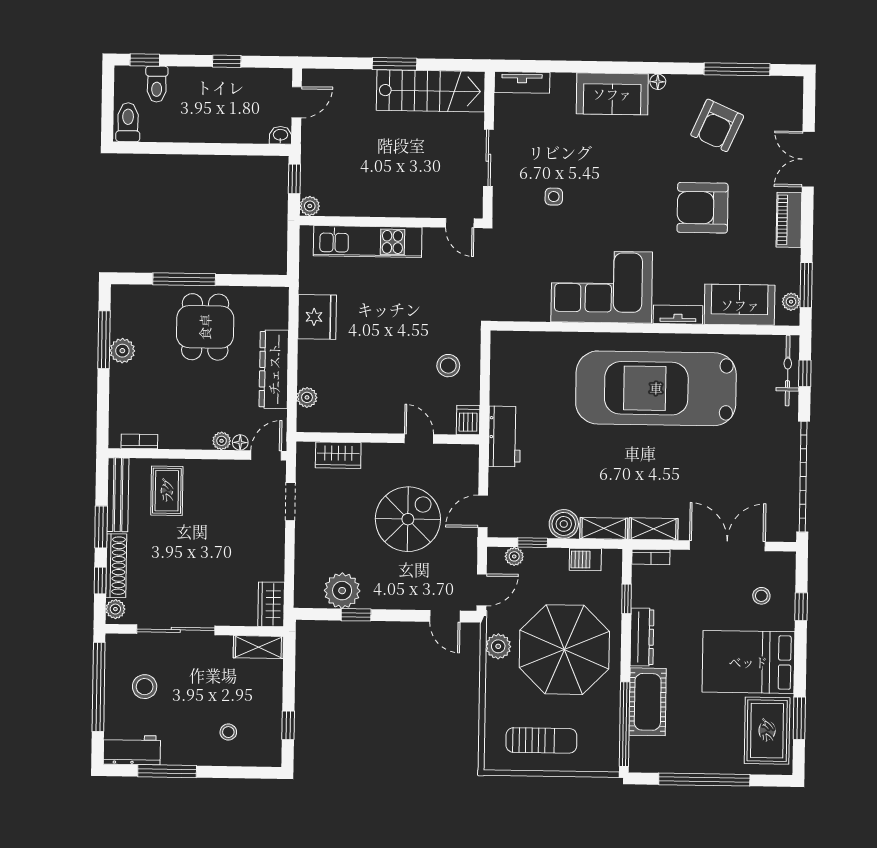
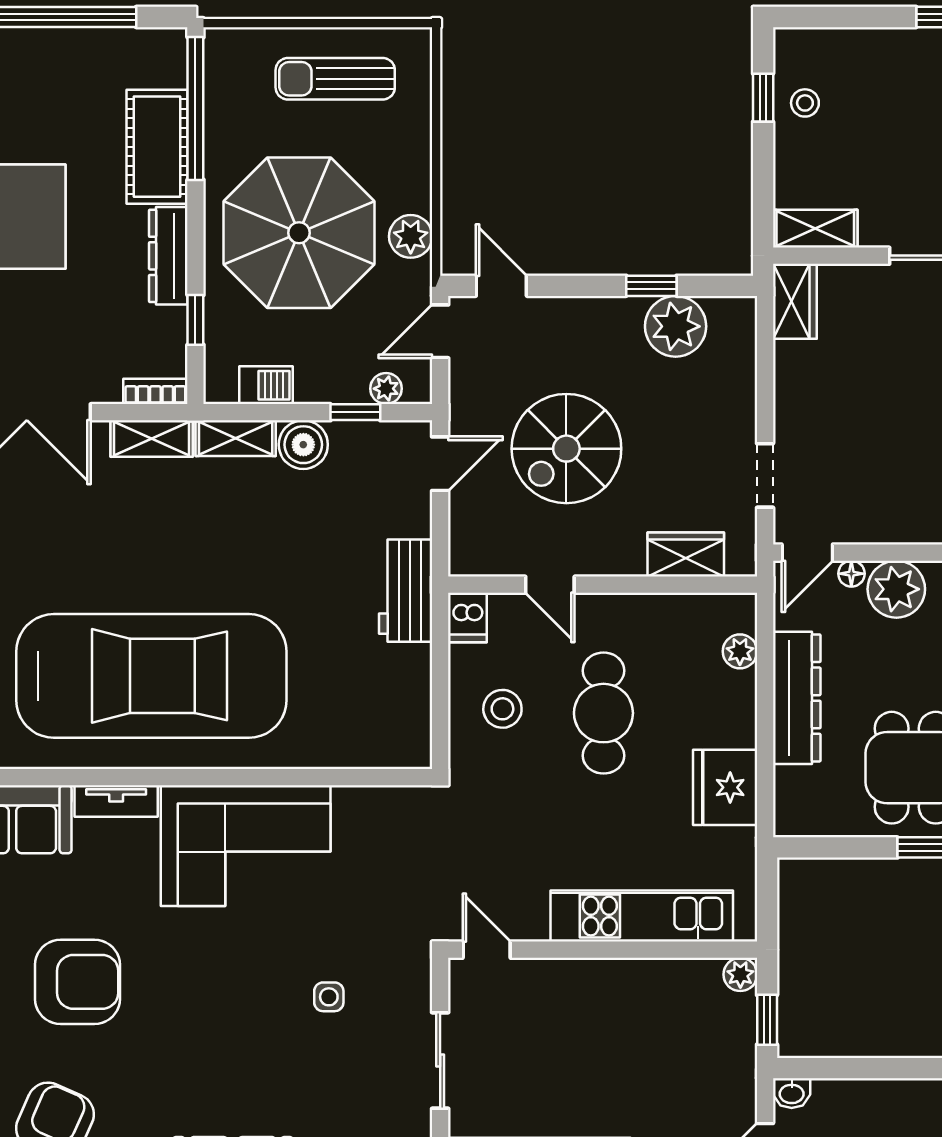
cafe table: (388, 362) -> (603, 713), added
plant: (222, 441) -> (896, 589), width x1.88, depth x1.88
stool: (228, 732) -> (805, 103), moved

